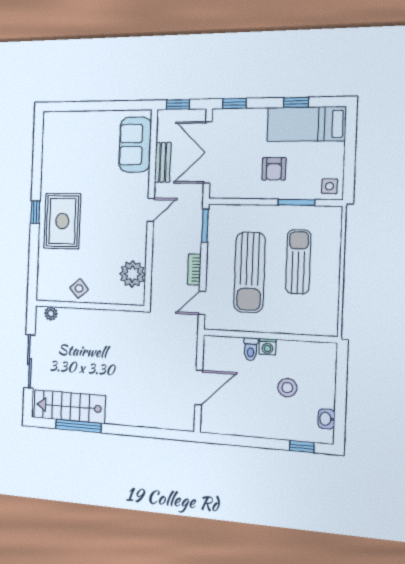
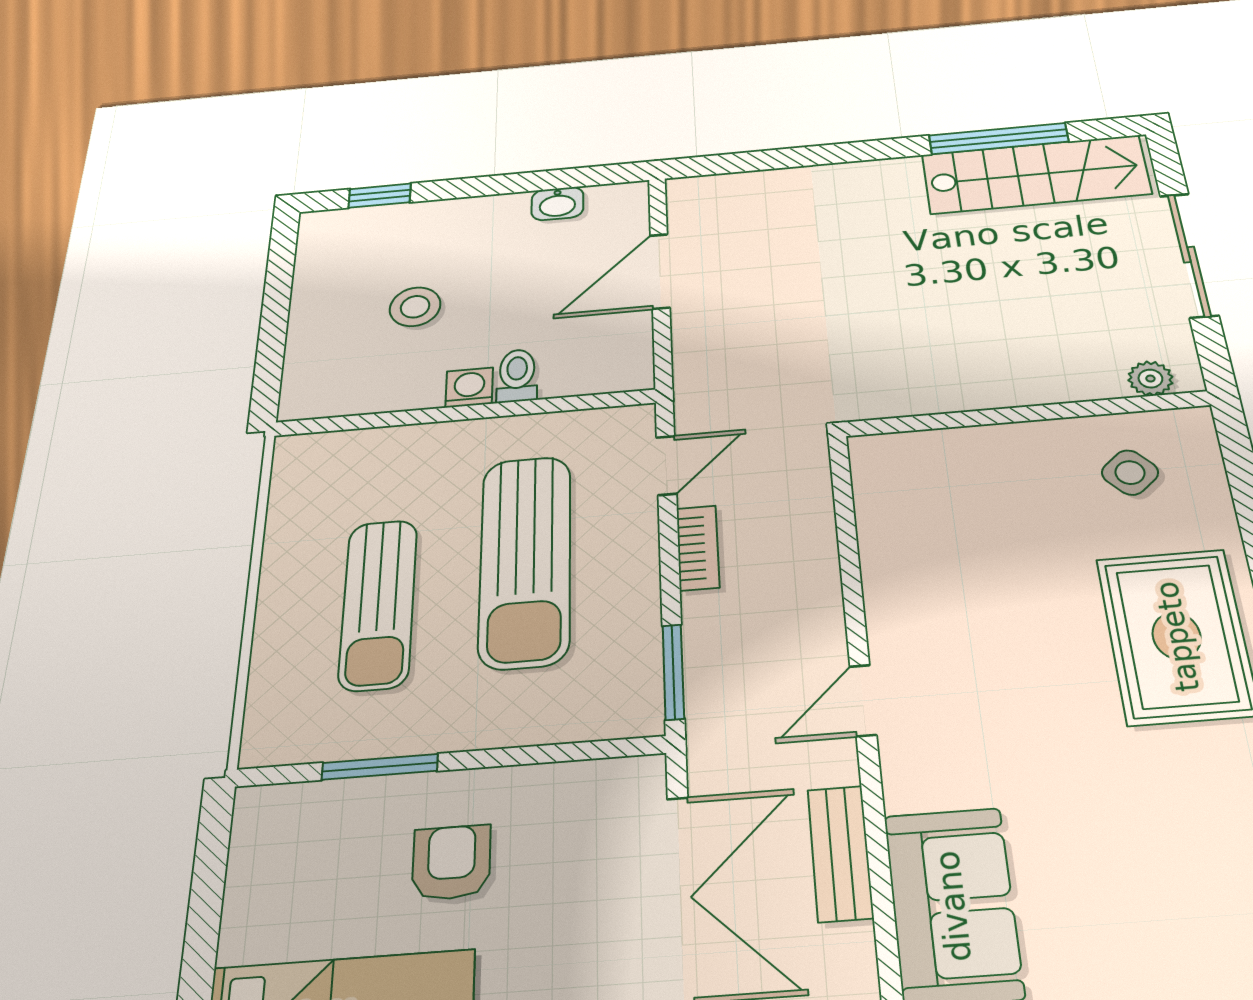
side table: (329, 186) -> (274, 824), removed
sun lounger: (249, 272) -> (525, 560), turned 180
plant: (132, 274) -> (898, 513), removed
side table: (79, 289) -> (1130, 473), moved
washbasin: (326, 419) -> (557, 204), moved, turned 90

